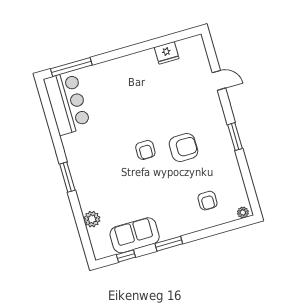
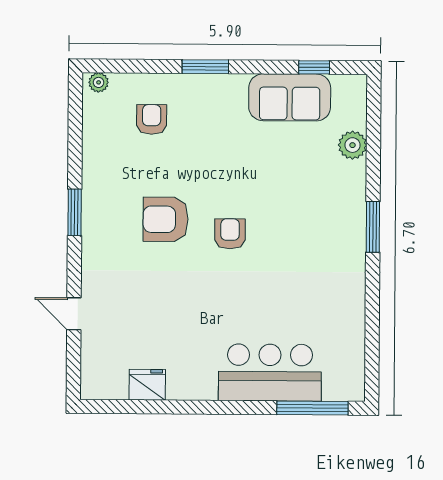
bar counter: (67, 103) -> (270, 373), moved, turned 90
window: (169, 244) -> (205, 67), moved

